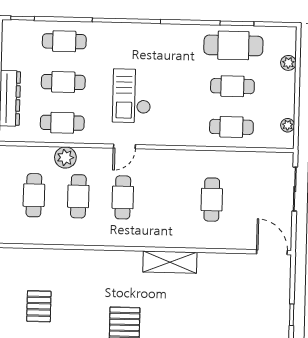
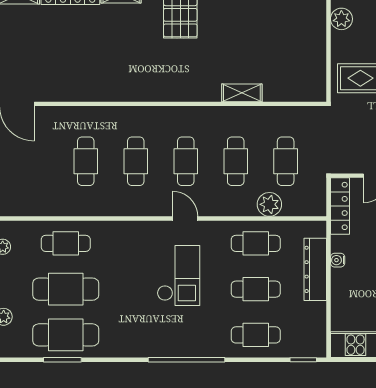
cafe table: (232, 86) -> (66, 289), width x1.37, depth x1.35
door: (124, 146) -> (185, 219), hinge flipped
plant: (65, 158) -> (269, 204), moved
cafe table: (167, 198) -> (136, 161), added
shelving: (170, 262) -> (242, 93), moved, width x0.67, depth x0.75
pallet: (39, 306) -> (277, 37), removed

